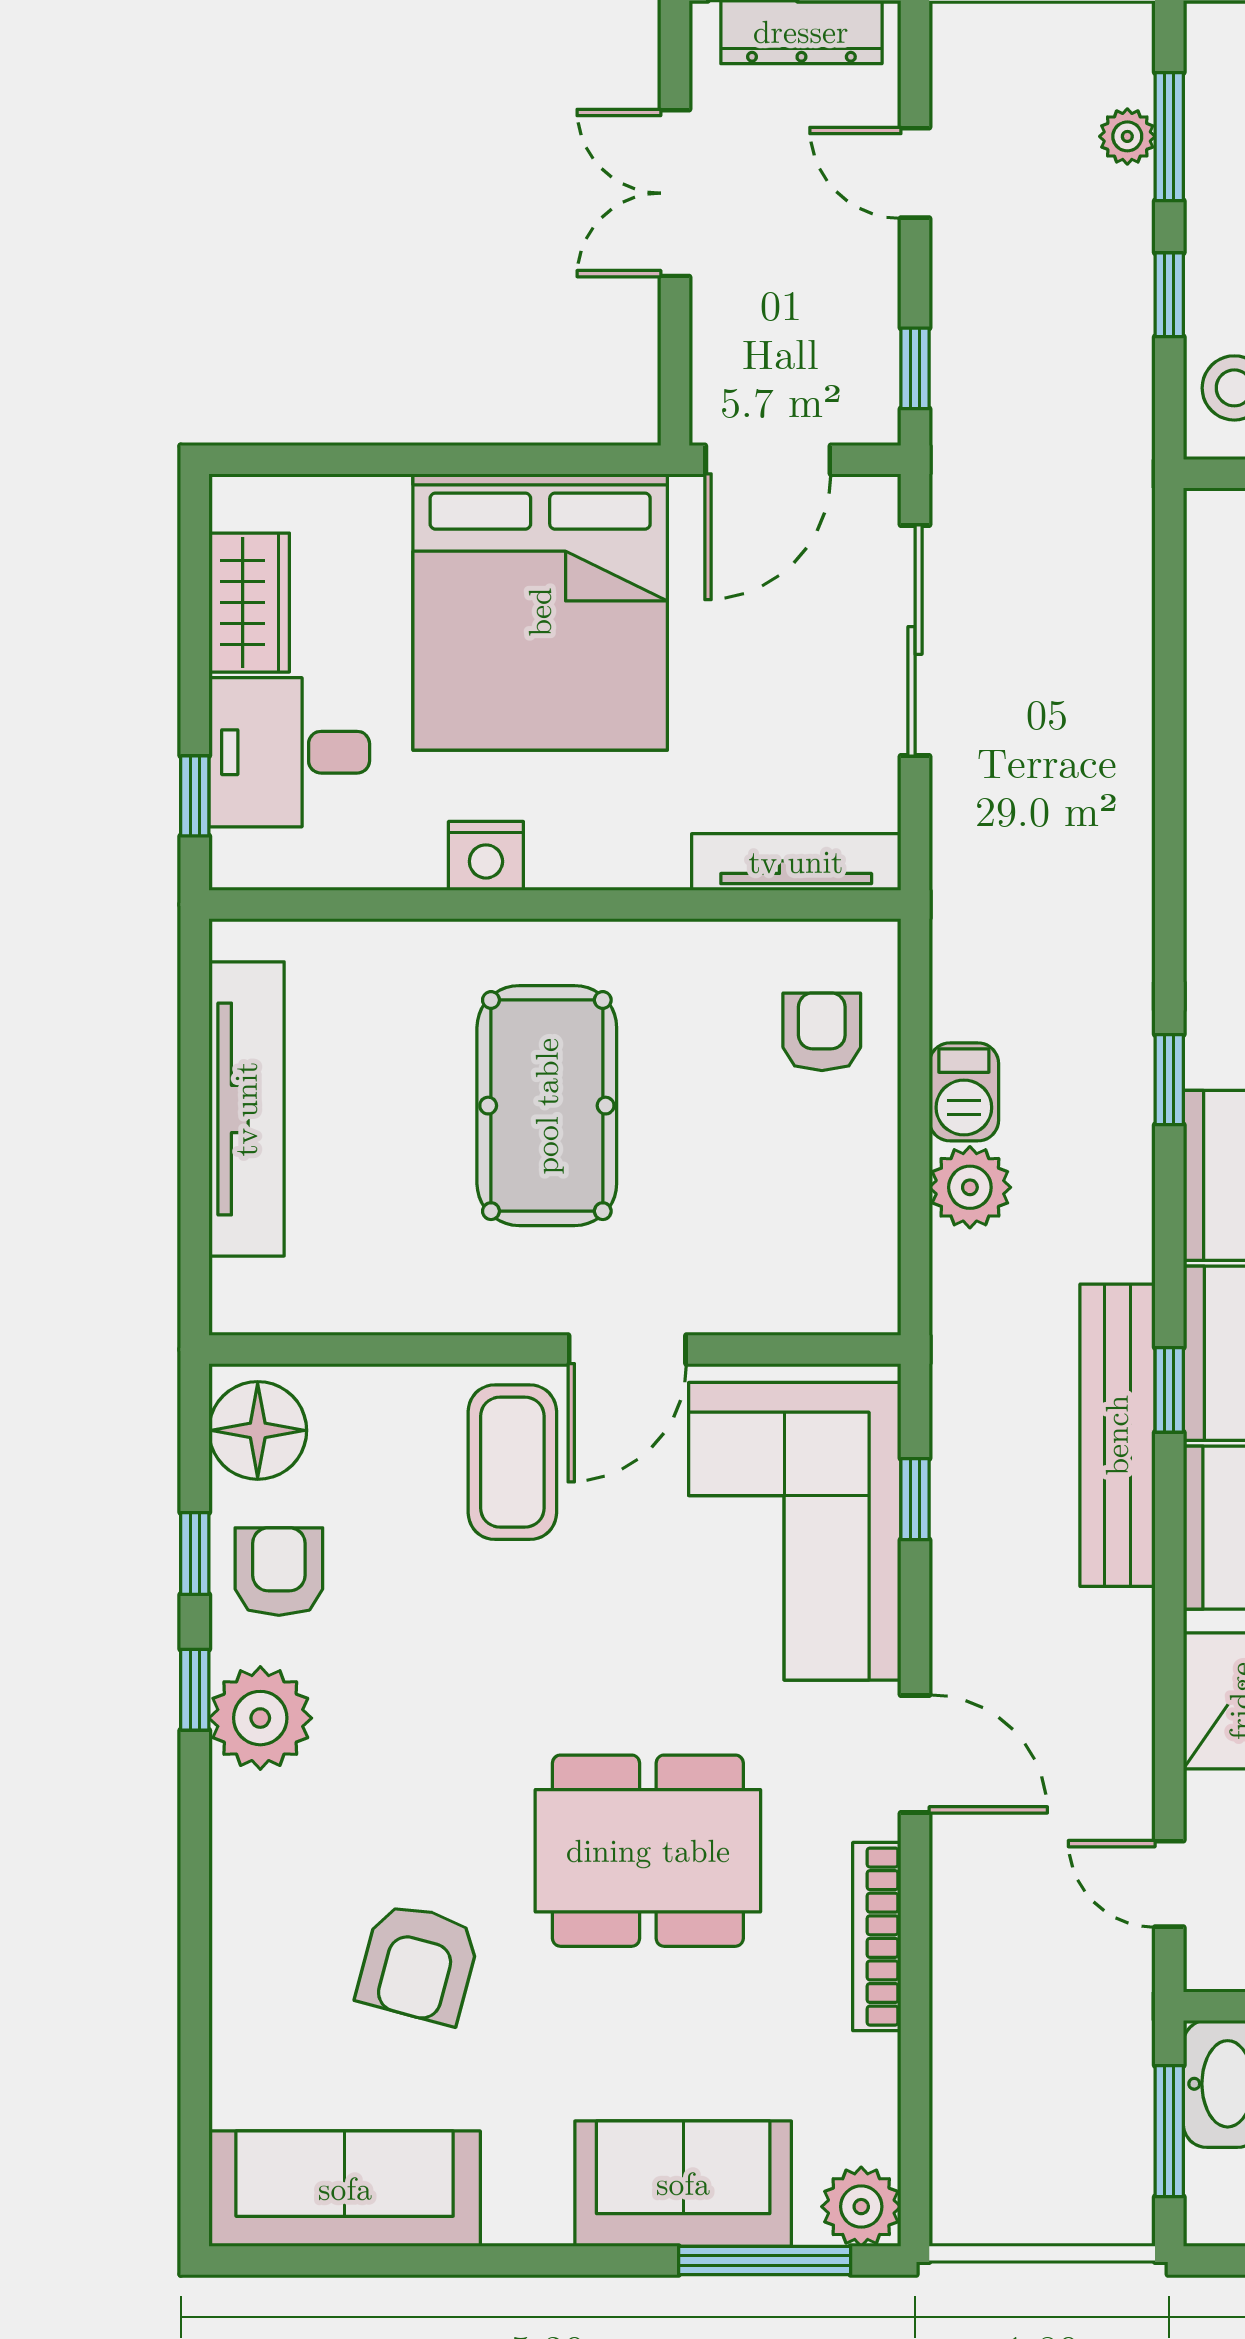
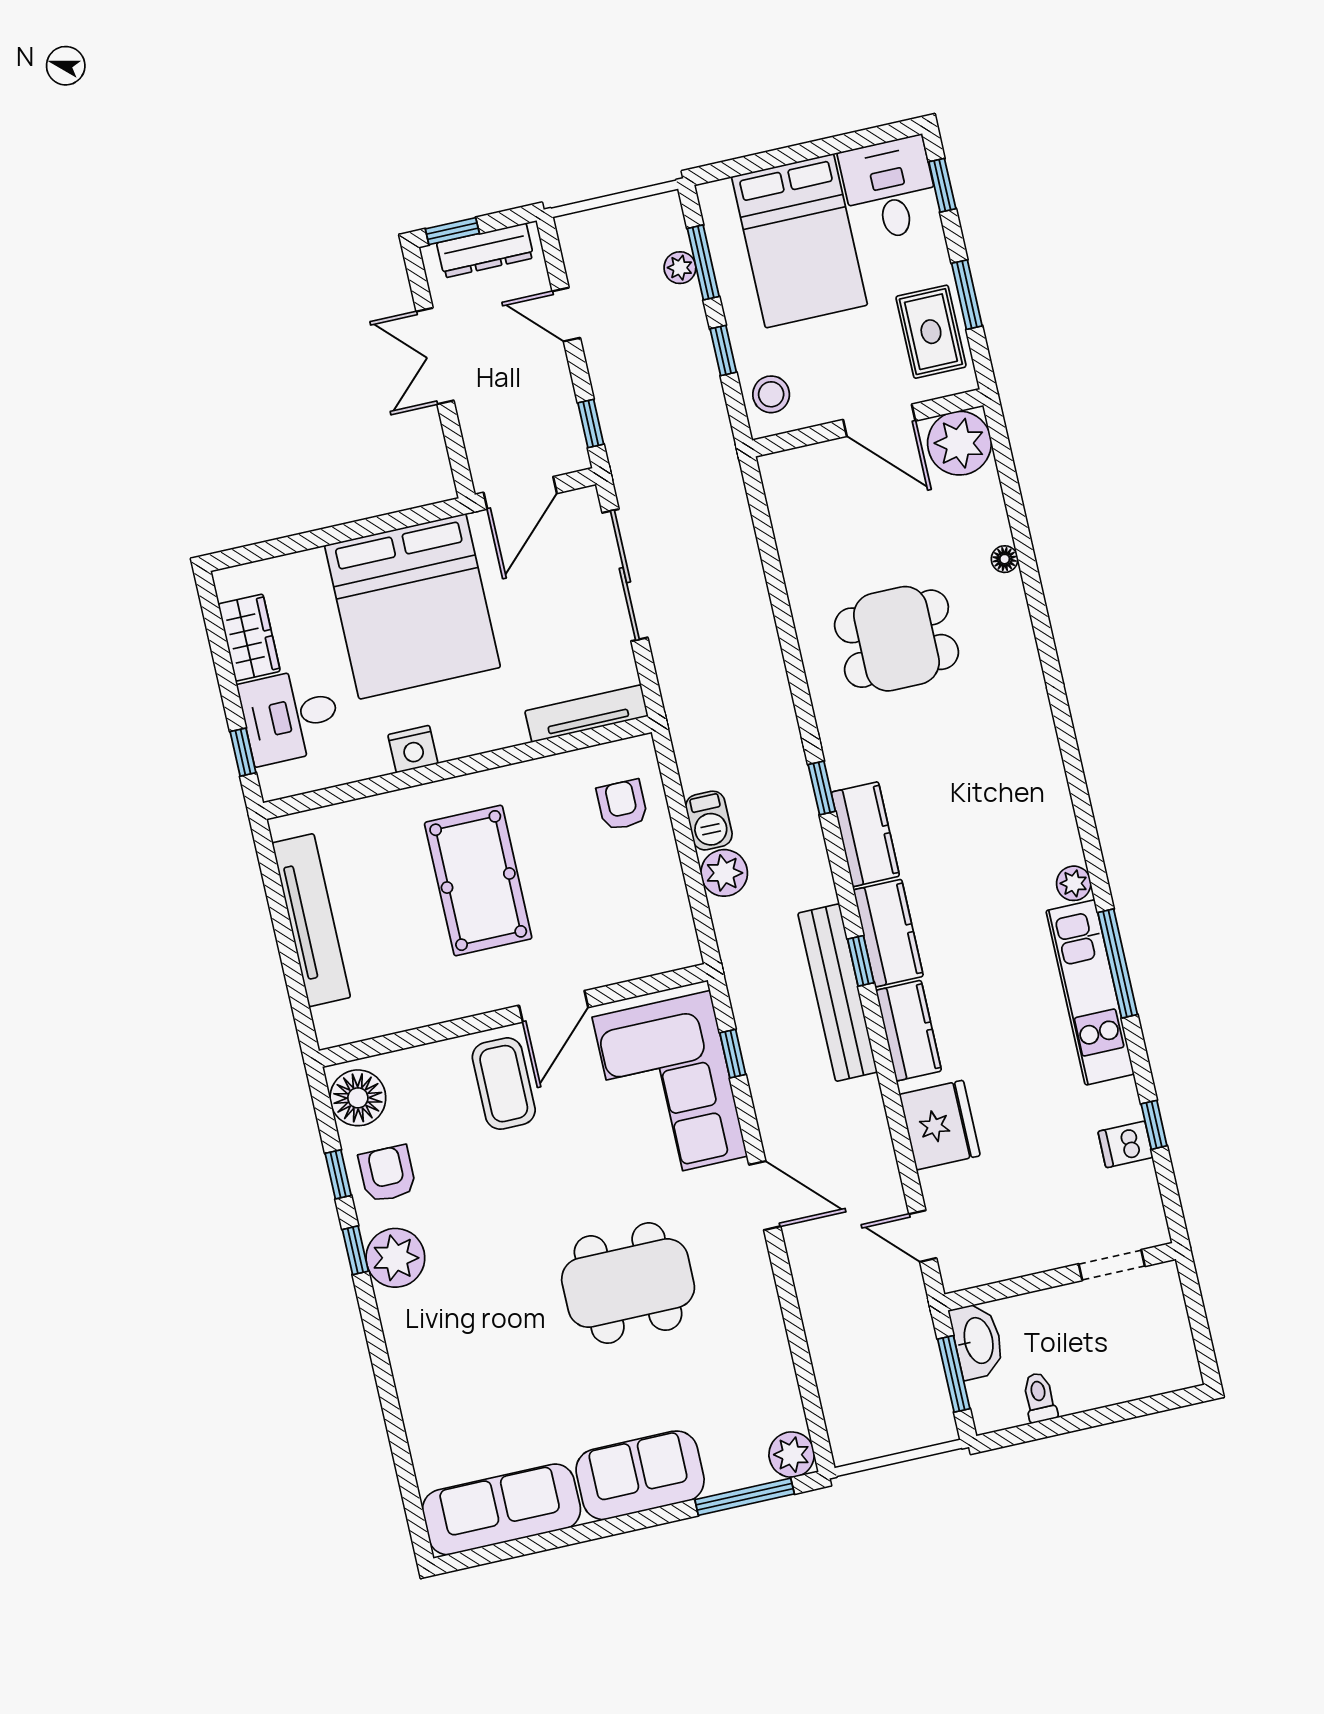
bookcase: (877, 1937) -> (766, 1302), removed
armchair: (418, 1963) -> (514, 1375), removed
sofa: (683, 2184) -> (640, 1475), moved

